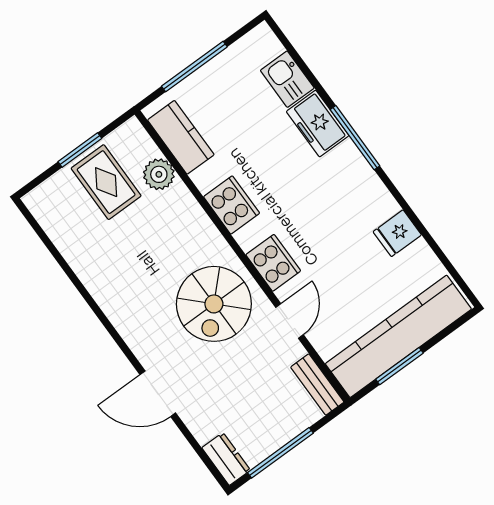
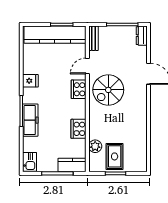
kitchen sink: (287, 79) -> (30, 162), moved
freezer: (318, 124) -> (30, 120), width x1.40
kitchen counter: (181, 137) -> (72, 165), moved, turned 90
cooker: (232, 205) -> (78, 129), moved
fridge: (397, 233) -> (30, 81), moved
spiral stairs: (214, 304) -> (108, 90), turned 180

